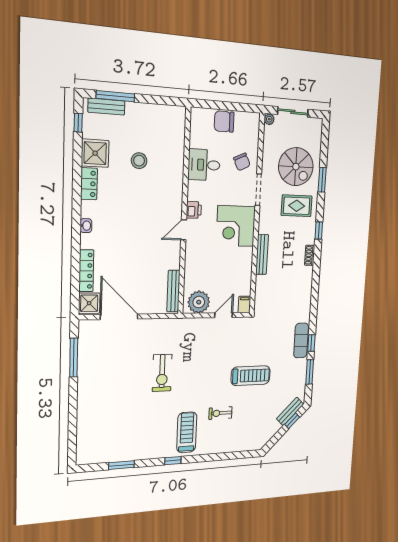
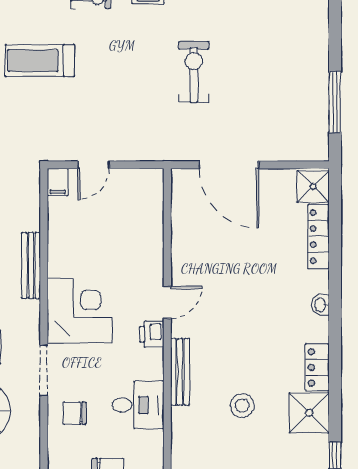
chair: (242, 162) -> (75, 413), turned -65
bench: (173, 291) -> (180, 372), moved
plant: (199, 302) -> (137, 187), removed
door: (119, 317) -> (229, 165), moved

